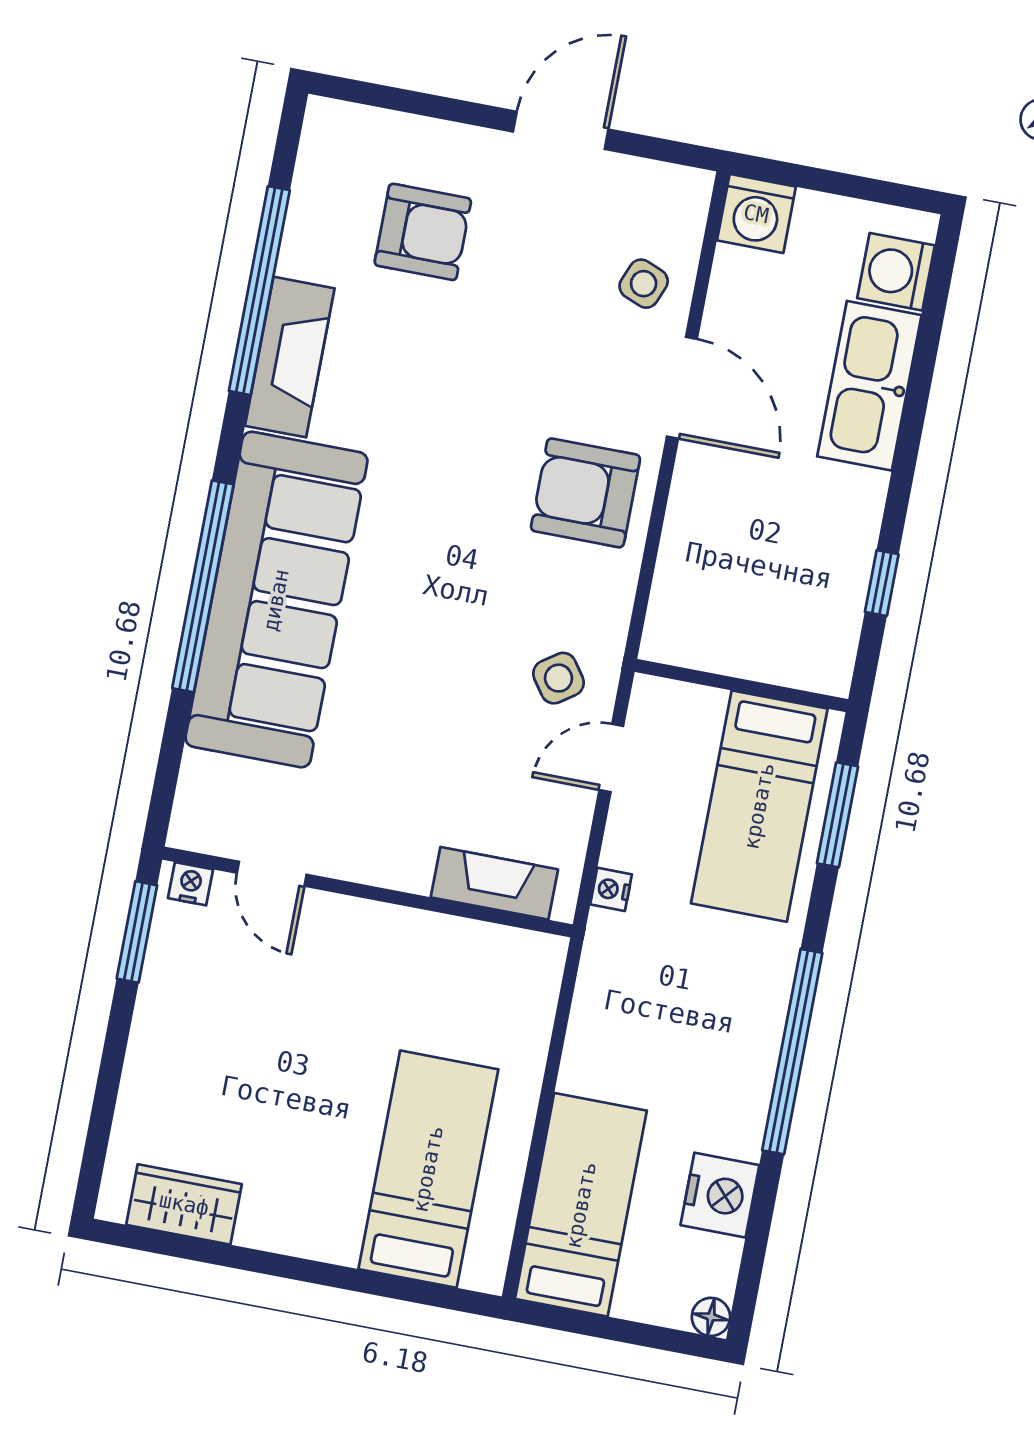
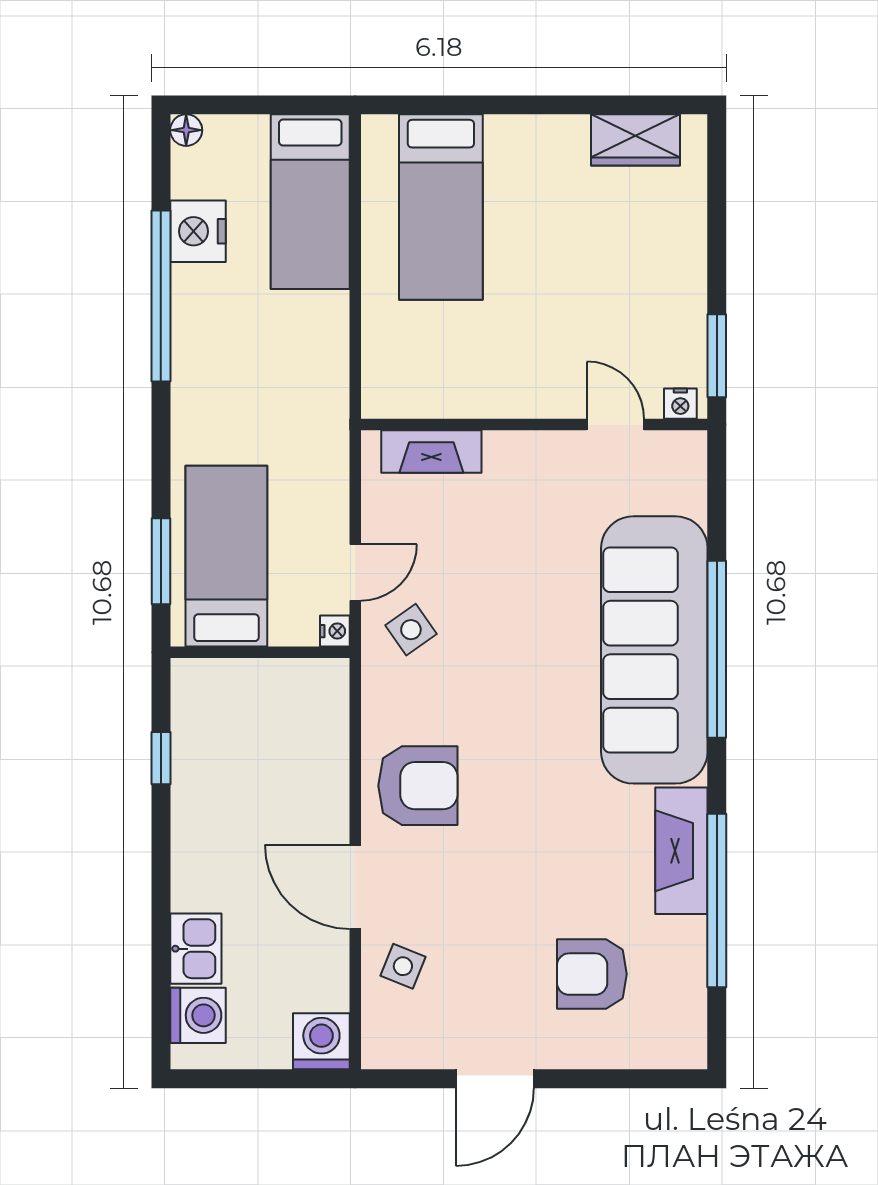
kitchen sink: (869, 386) -> (196, 949), width x0.53, depth x0.81
nightstand: (611, 889) -> (335, 631), moved
window: (792, 1052) -> (161, 296), moved

